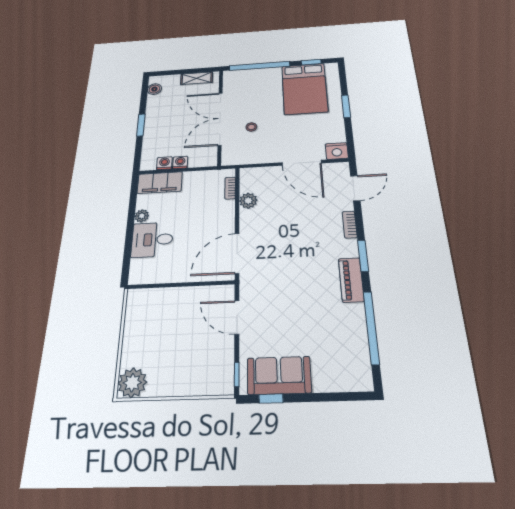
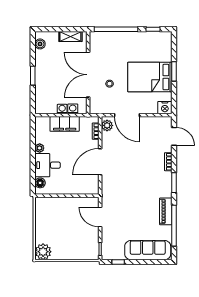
bed: (304, 89) -> (150, 77), moved, turned 90
washing machine: (164, 163) -> (73, 109), moved
door: (302, 163) -> (127, 115), moved
filing cabinet: (160, 183) -> (65, 124), moved
door: (355, 188) -> (174, 136), hinge flipped
plant: (248, 201) -> (107, 125), moved
door: (237, 253) -> (100, 162), moved
floor lamp: (138, 267) -> (40, 183), added
piano: (351, 280) -> (166, 211), moved
sofa: (279, 375) -> (148, 250), moved, width x1.36

